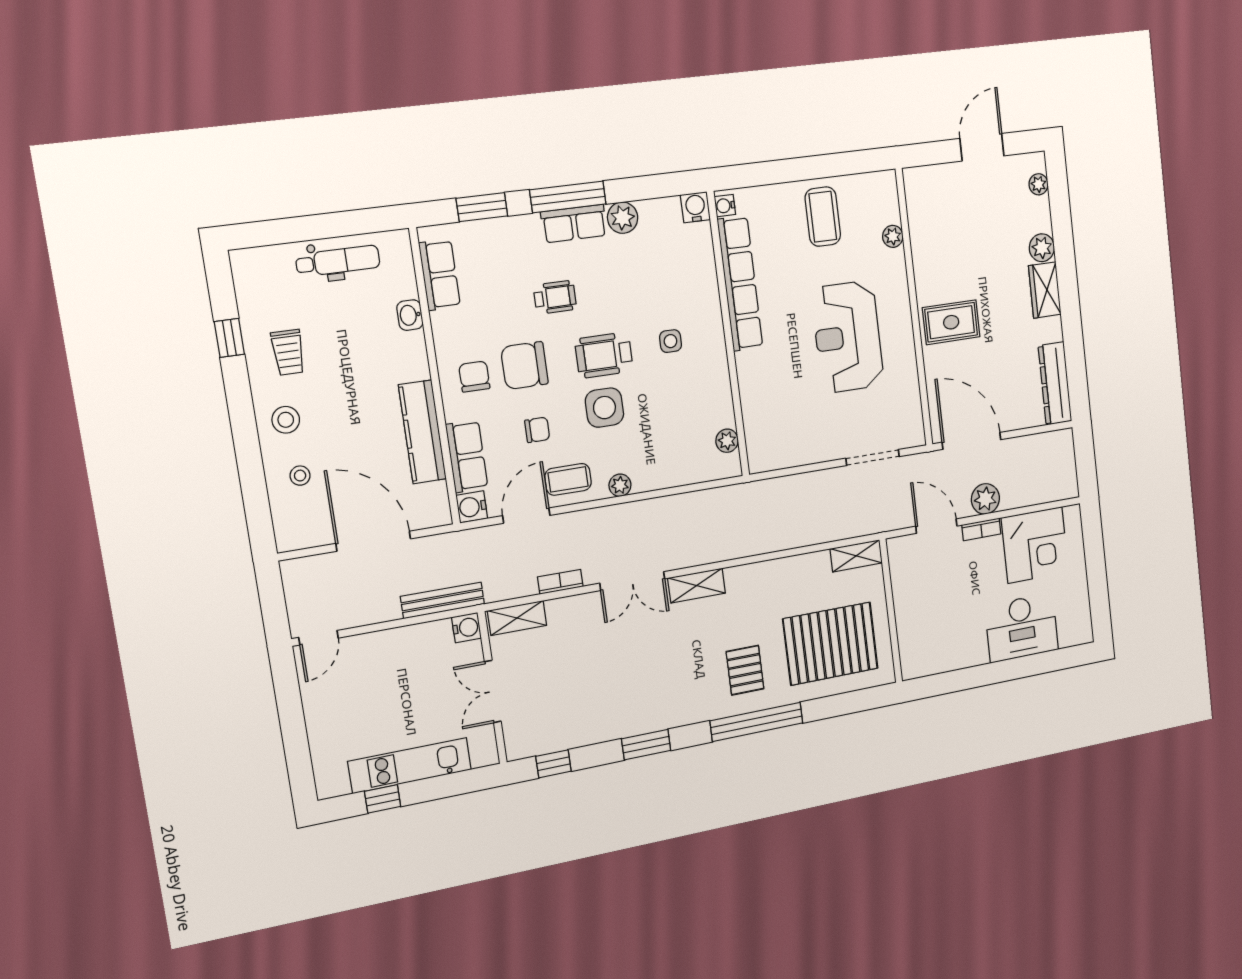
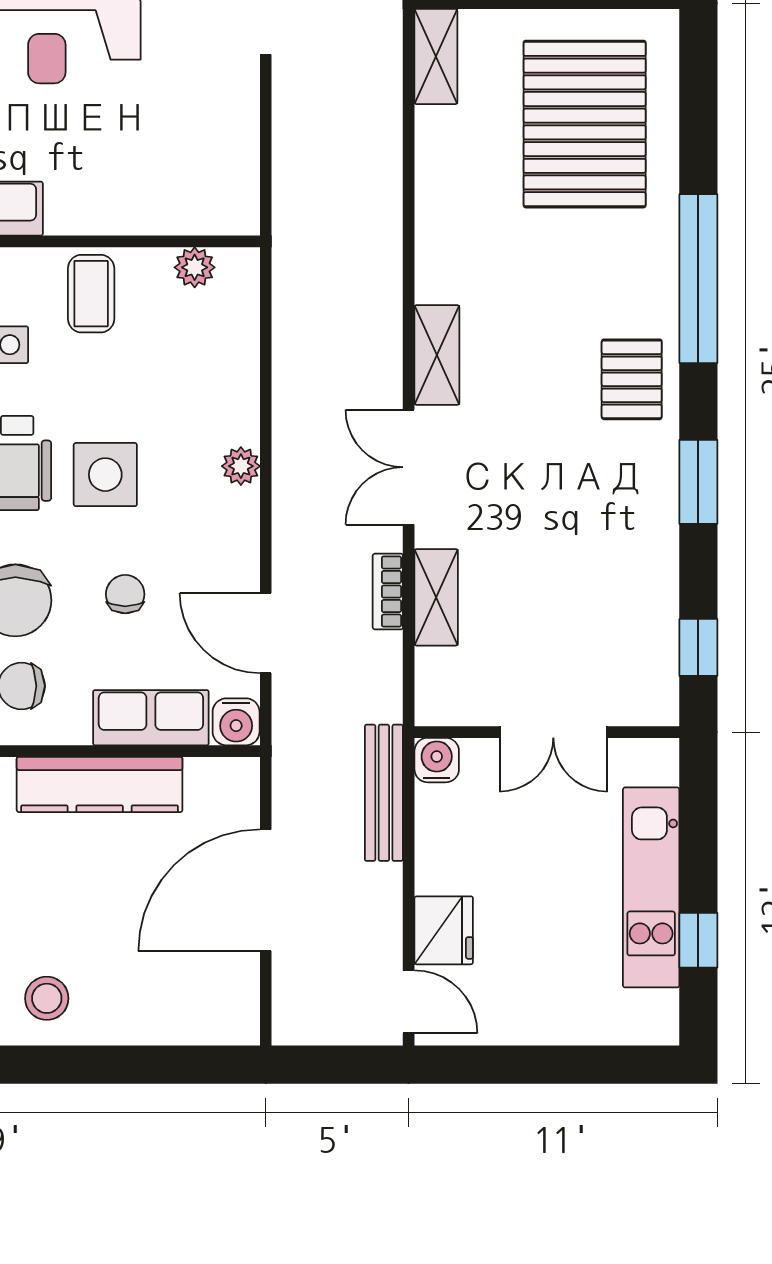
stool: (300, 476) -> (140, 990), removed
coffee table: (568, 479) -> (91, 294), moved
double door: (632, 581) -> (409, 467), swing flipped
shelving: (517, 618) -> (436, 597), moved
fridge: (365, 650) -> (444, 930), added
pallet: (745, 670) -> (632, 379), moved, turned 90

